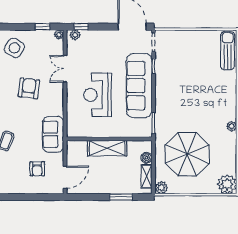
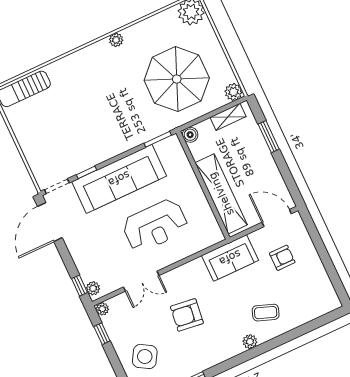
shelving: (107, 148) -> (221, 194), width x1.47
boiler: (146, 158) -> (190, 135), moved

